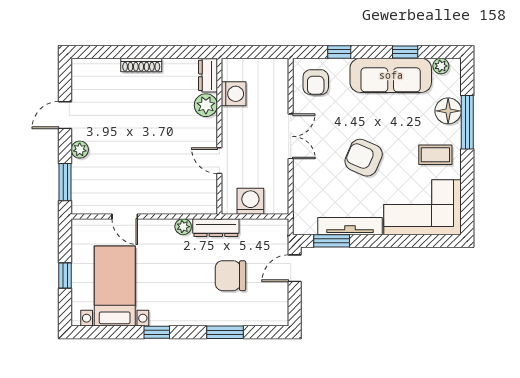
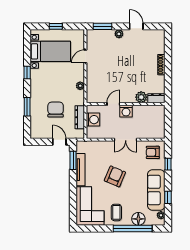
washing machine: (234, 94) -> (126, 111), moved
window: (467, 122) -> (133, 229), width x1.46
dresser: (216, 228) -> (80, 117), moved

